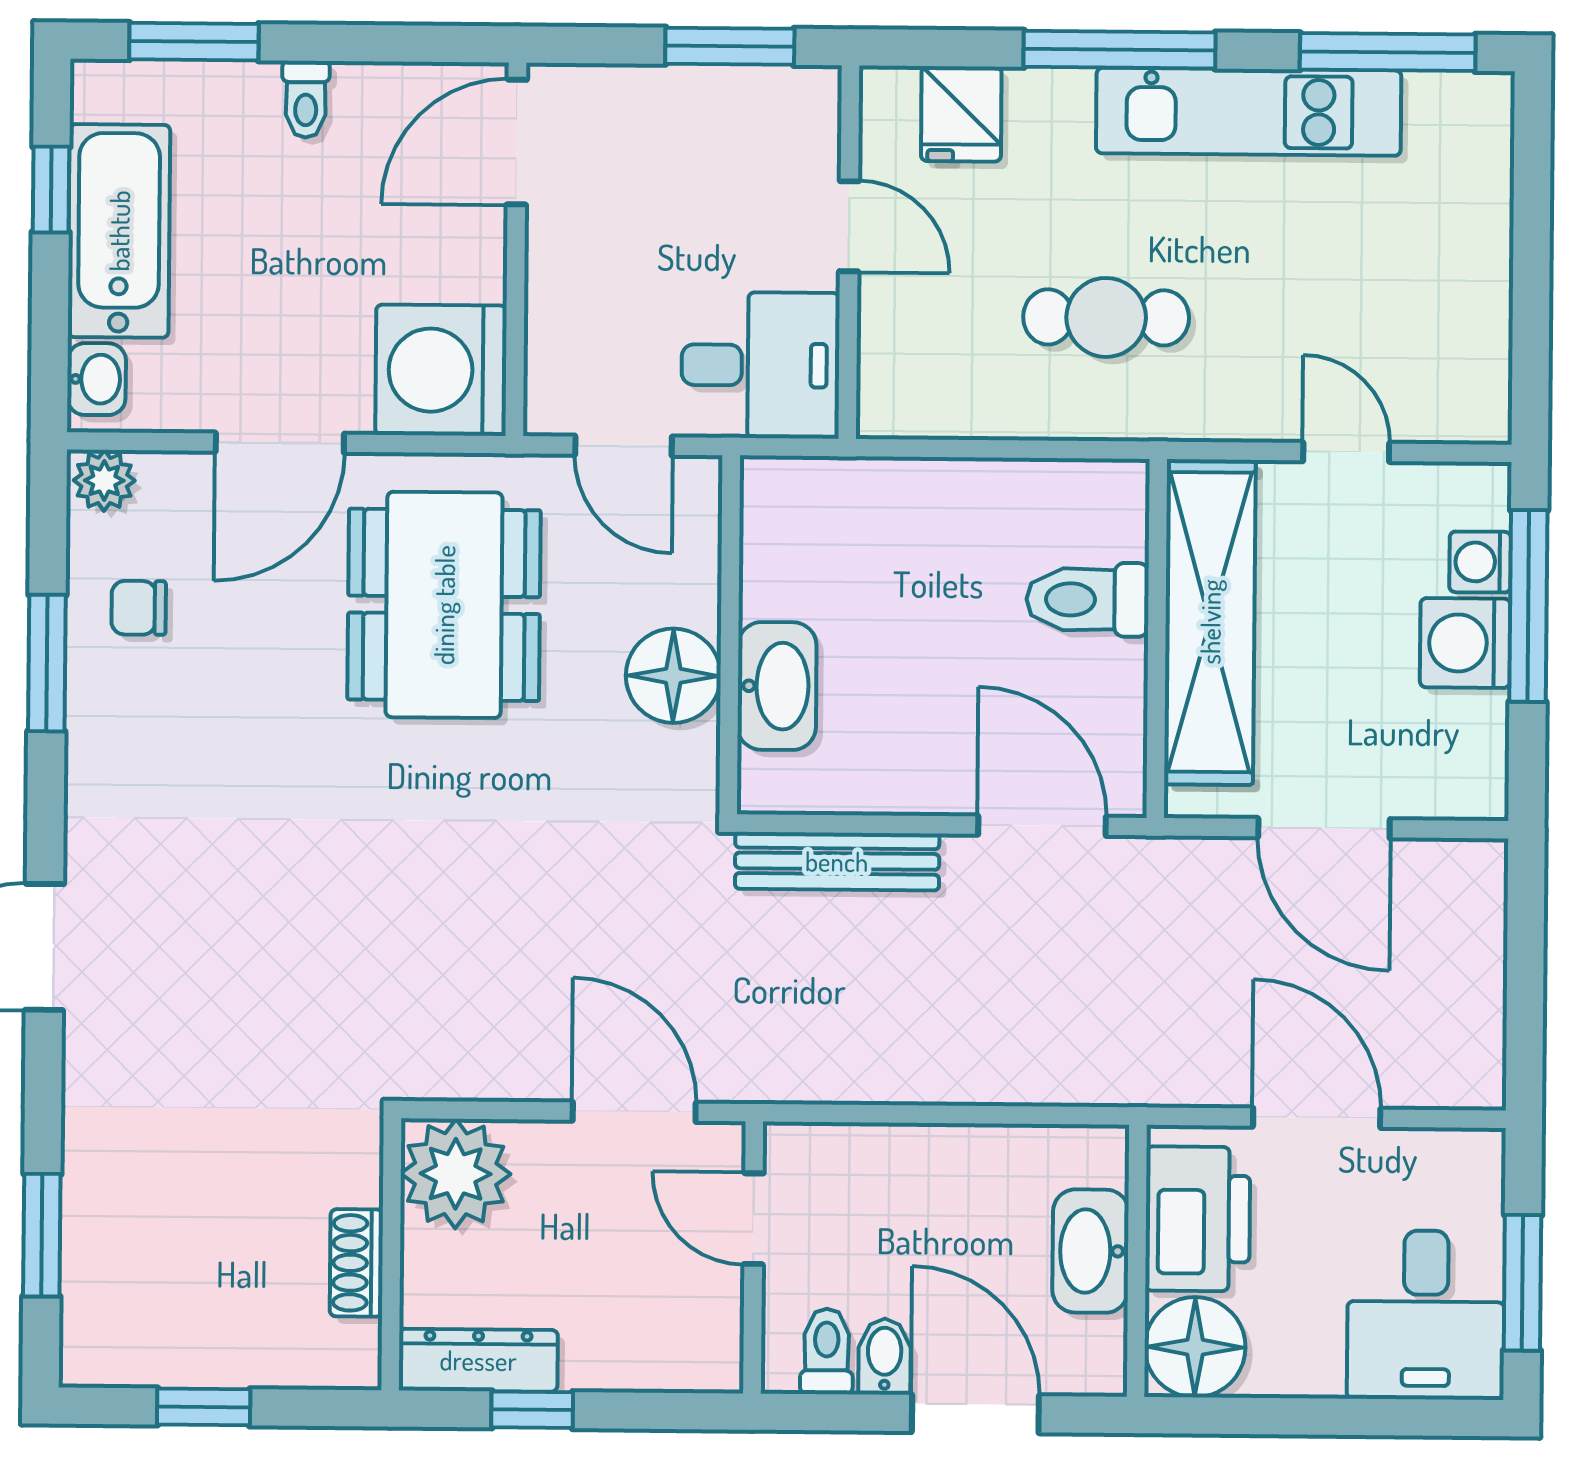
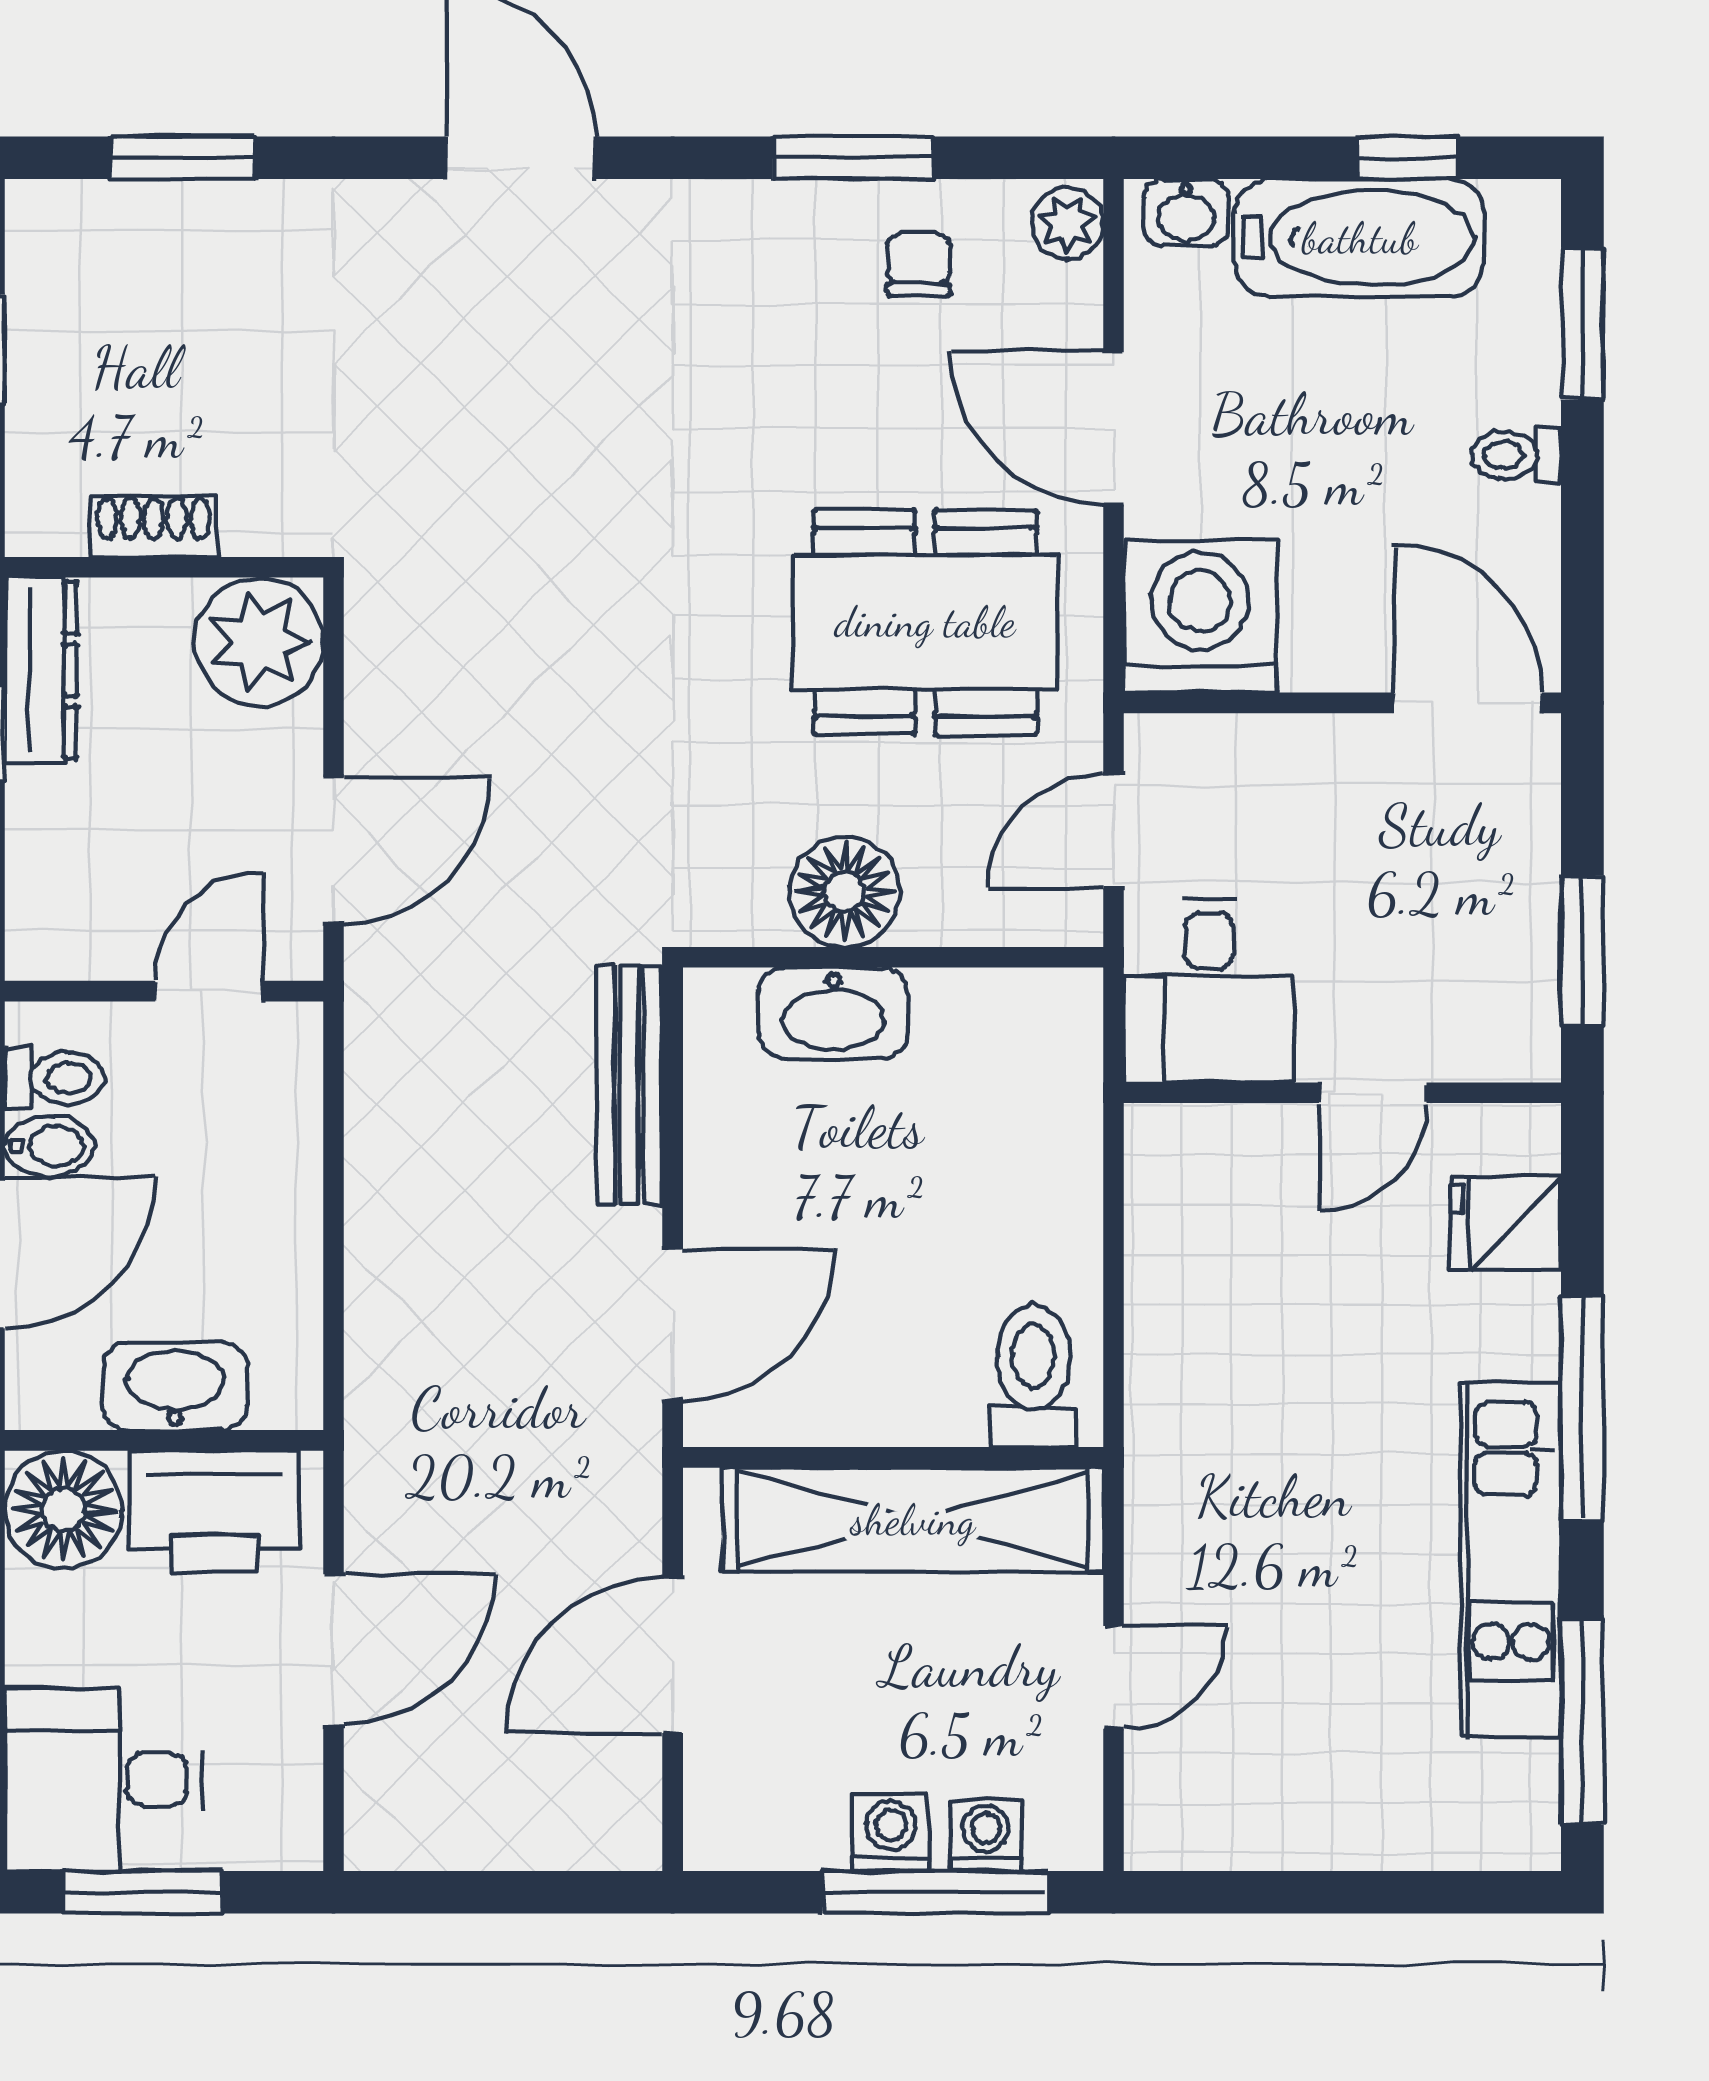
cafe table: (1106, 317) -> (1269, 1395), removed
toilet: (1088, 600) -> (1033, 1376), moved
washing machine: (1465, 643) -> (891, 1833), width x0.73, depth x0.73

